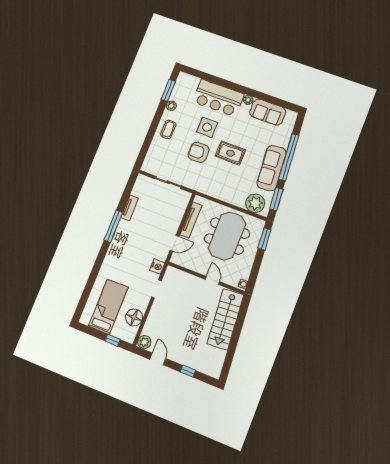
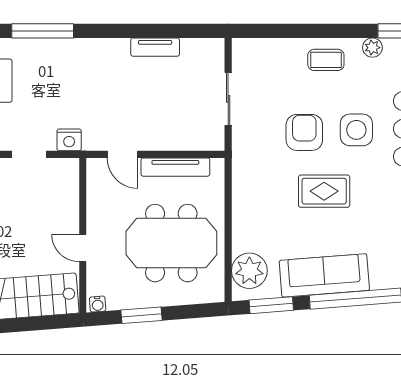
rug: (230, 153) -> (324, 191), turned 90
window: (113, 226) -> (43, 31), moved
window: (264, 239) -> (142, 315), moved
door: (212, 280) -> (83, 248), swing flipped

